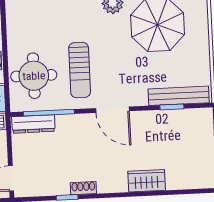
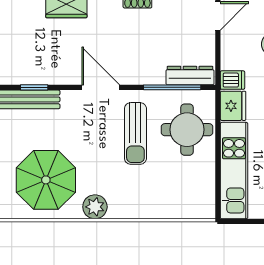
sun lounger: (80, 70) -> (135, 133), turned 180

